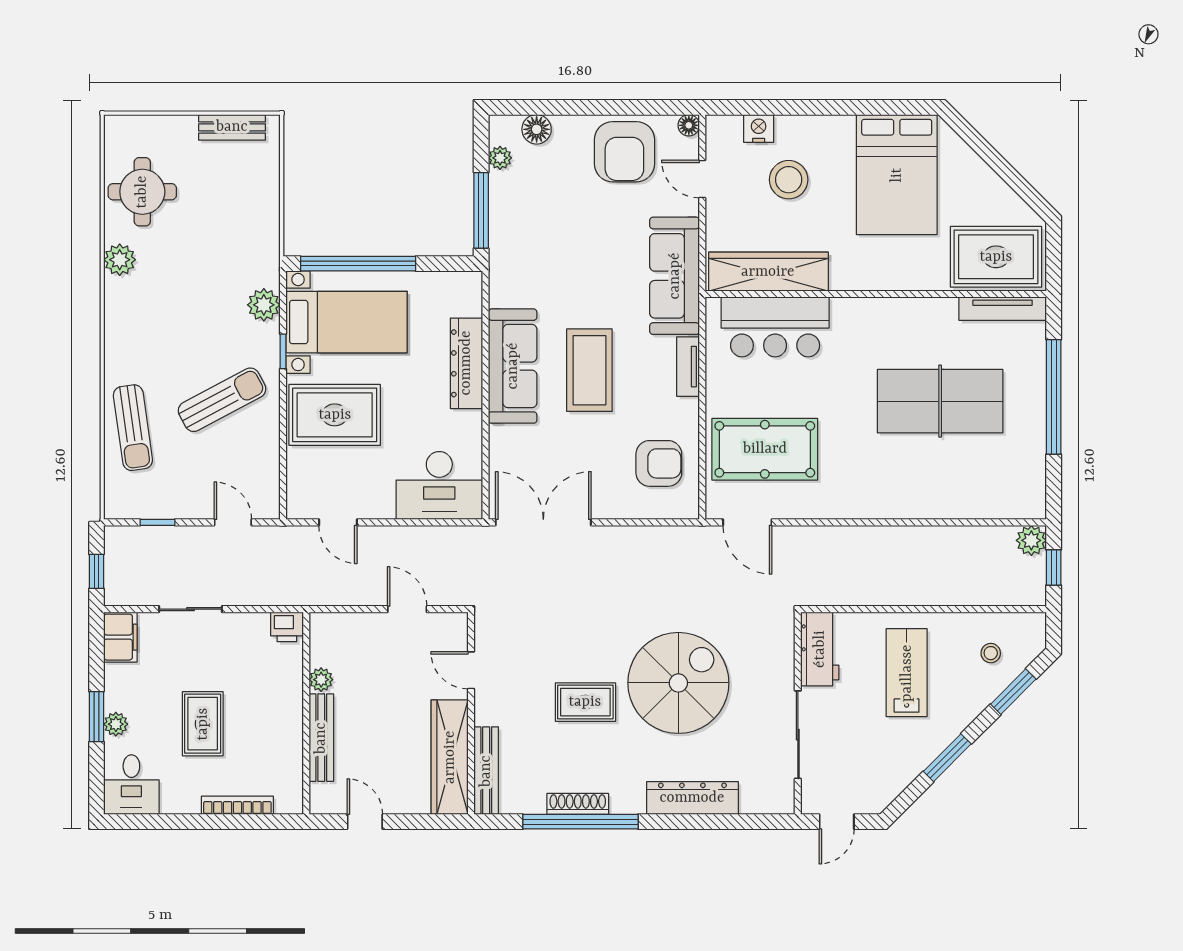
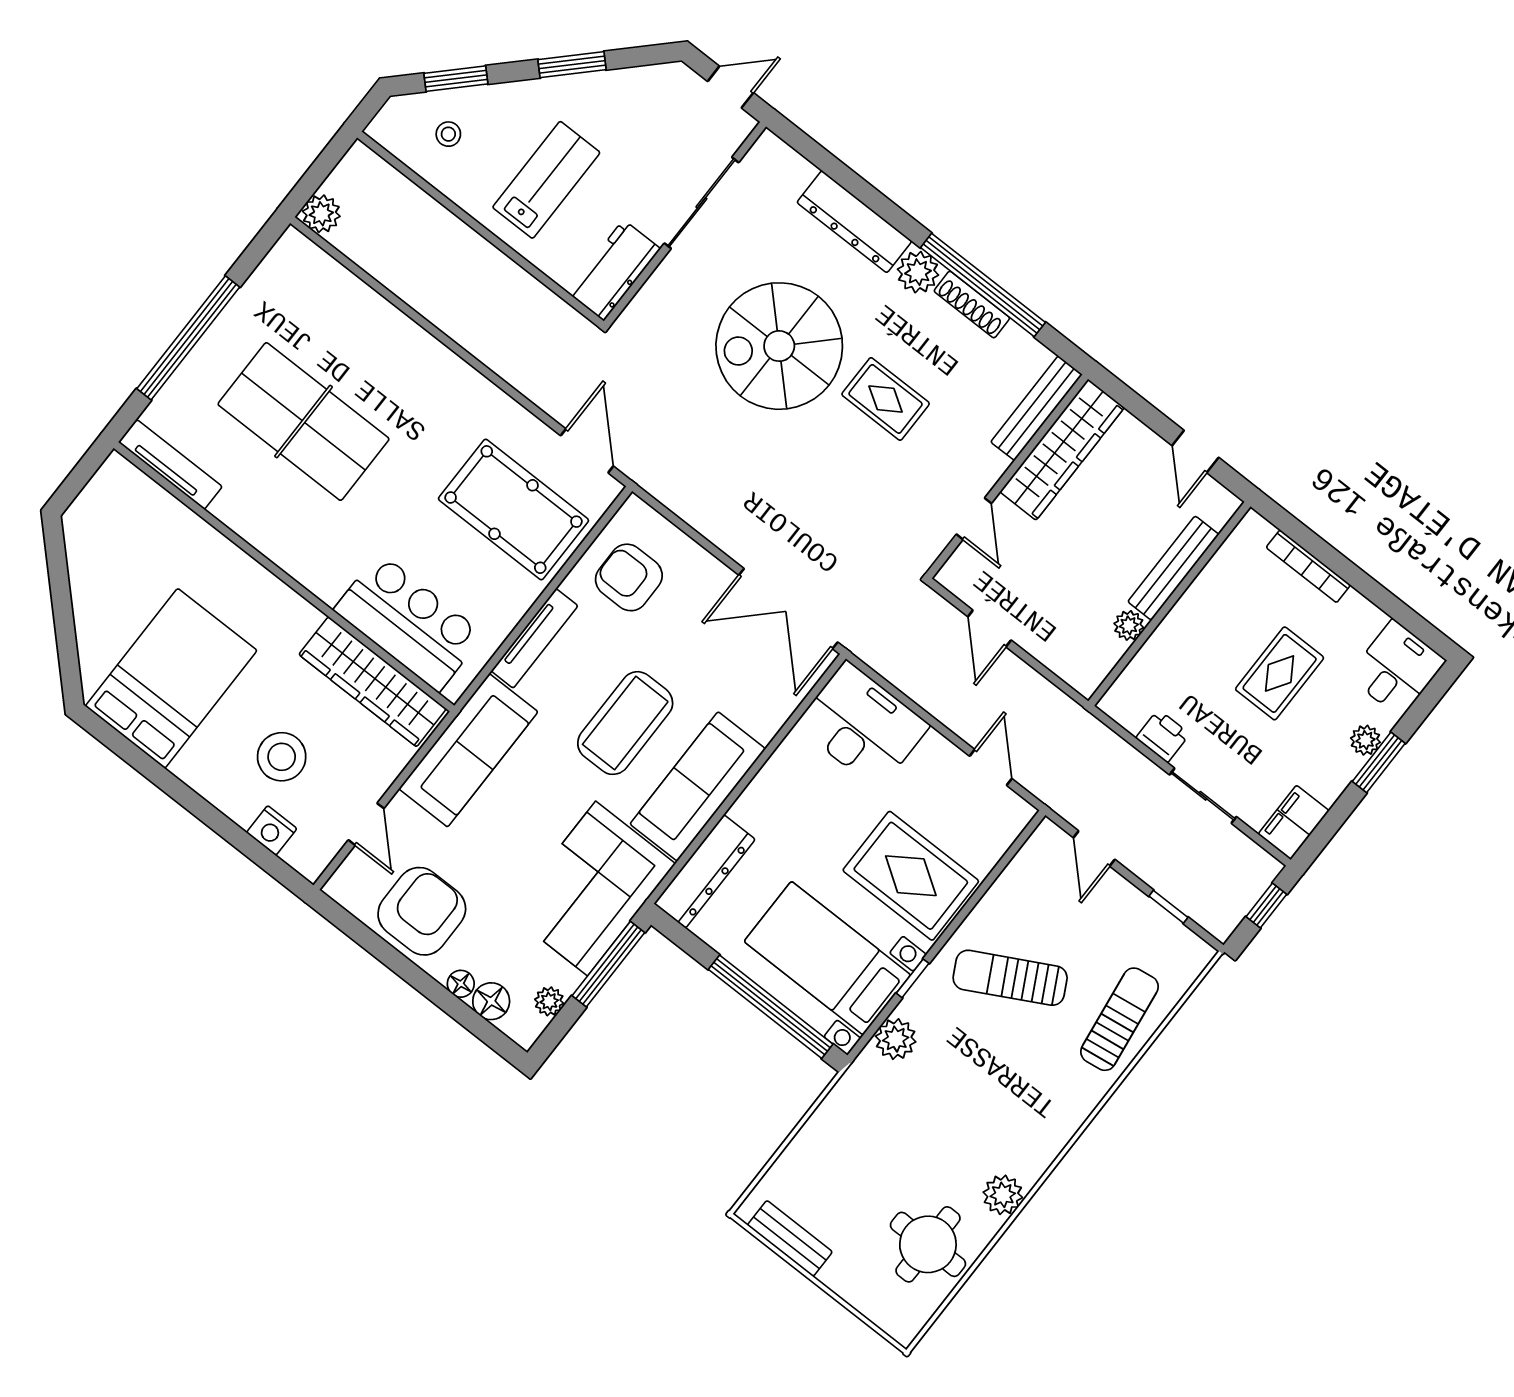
floor lamp: (689, 125) -> (461, 984), moved
corner sofa: (529, 250) -> (592, 888), added
rug: (996, 257) -> (137, 521), removed
dresser: (466, 363) -> (705, 871), moved
tv unit: (688, 367) -> (535, 638), width x1.41
window: (1054, 568) -> (320, 170), removed
printer: (287, 627) -> (1163, 736), moved
lab bench: (907, 673) -> (546, 180), turned 180
plant: (628, 798) -> (918, 272), added

